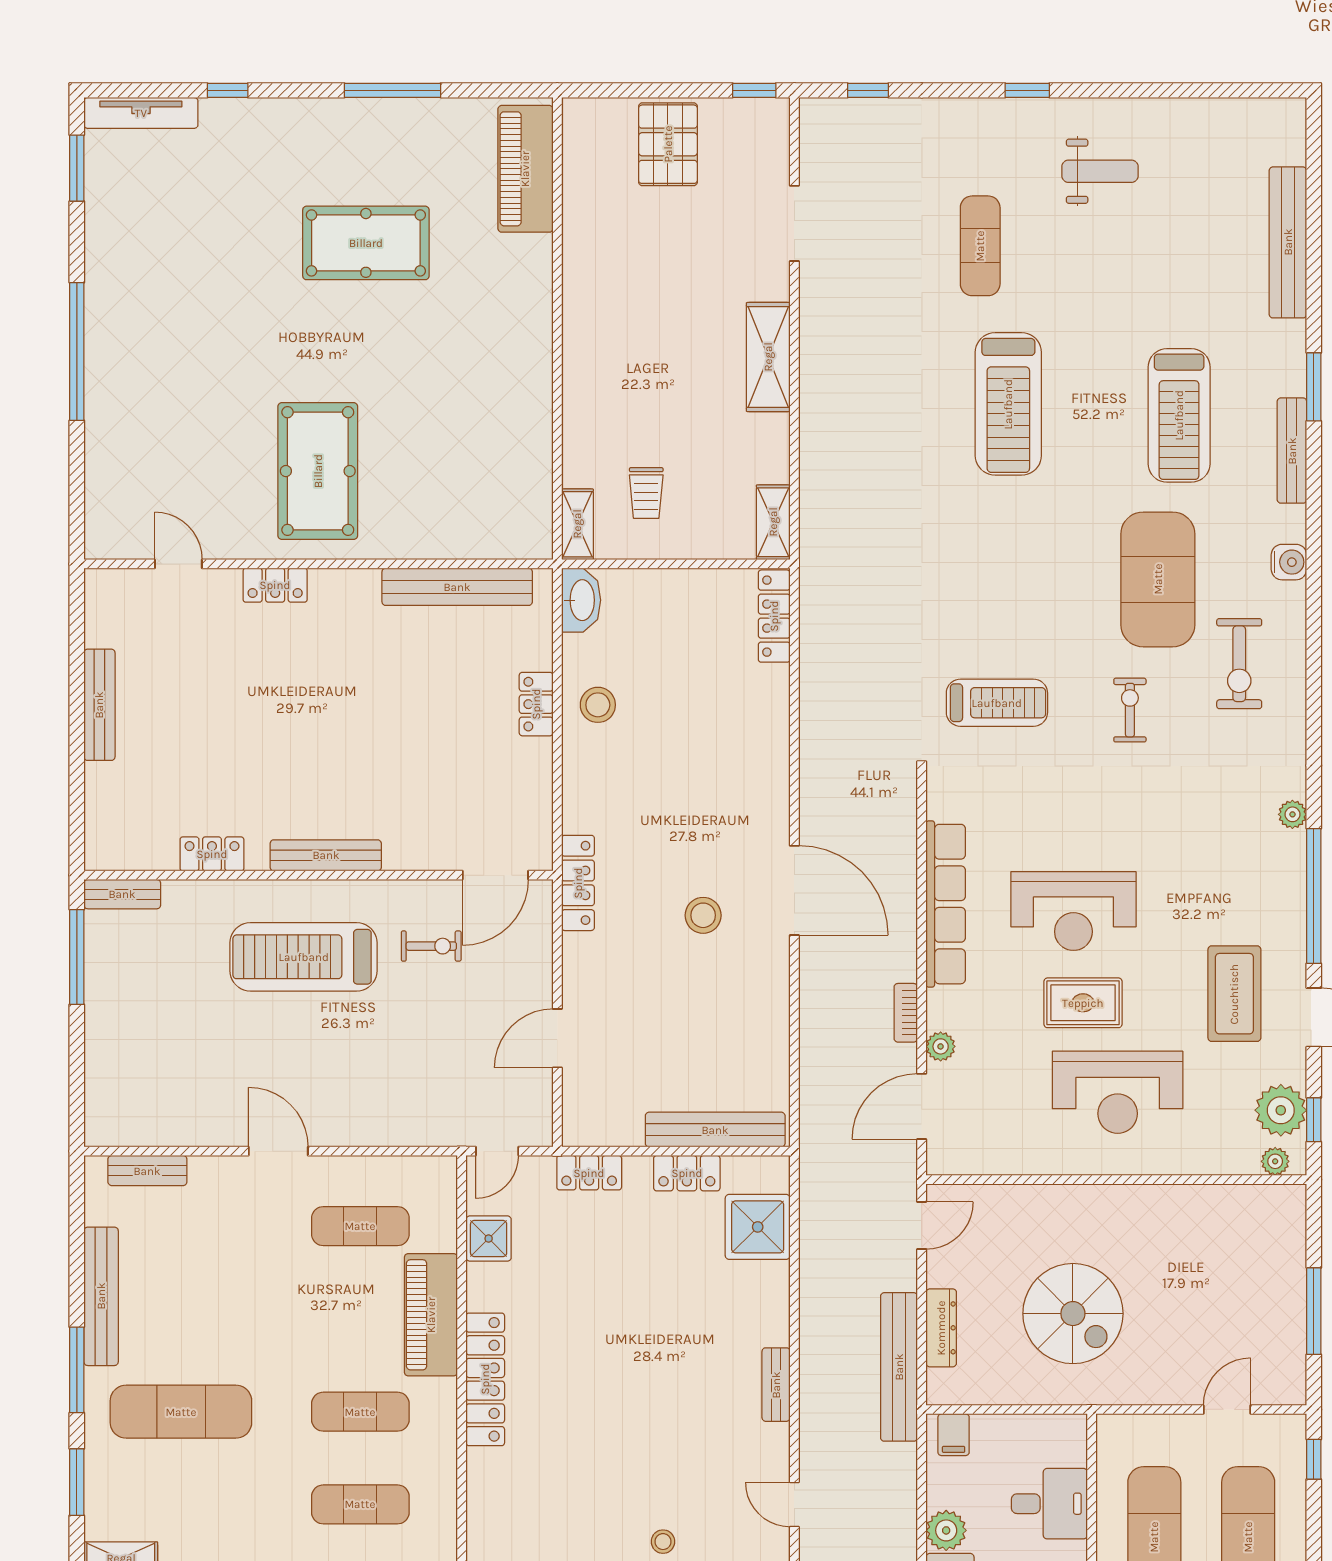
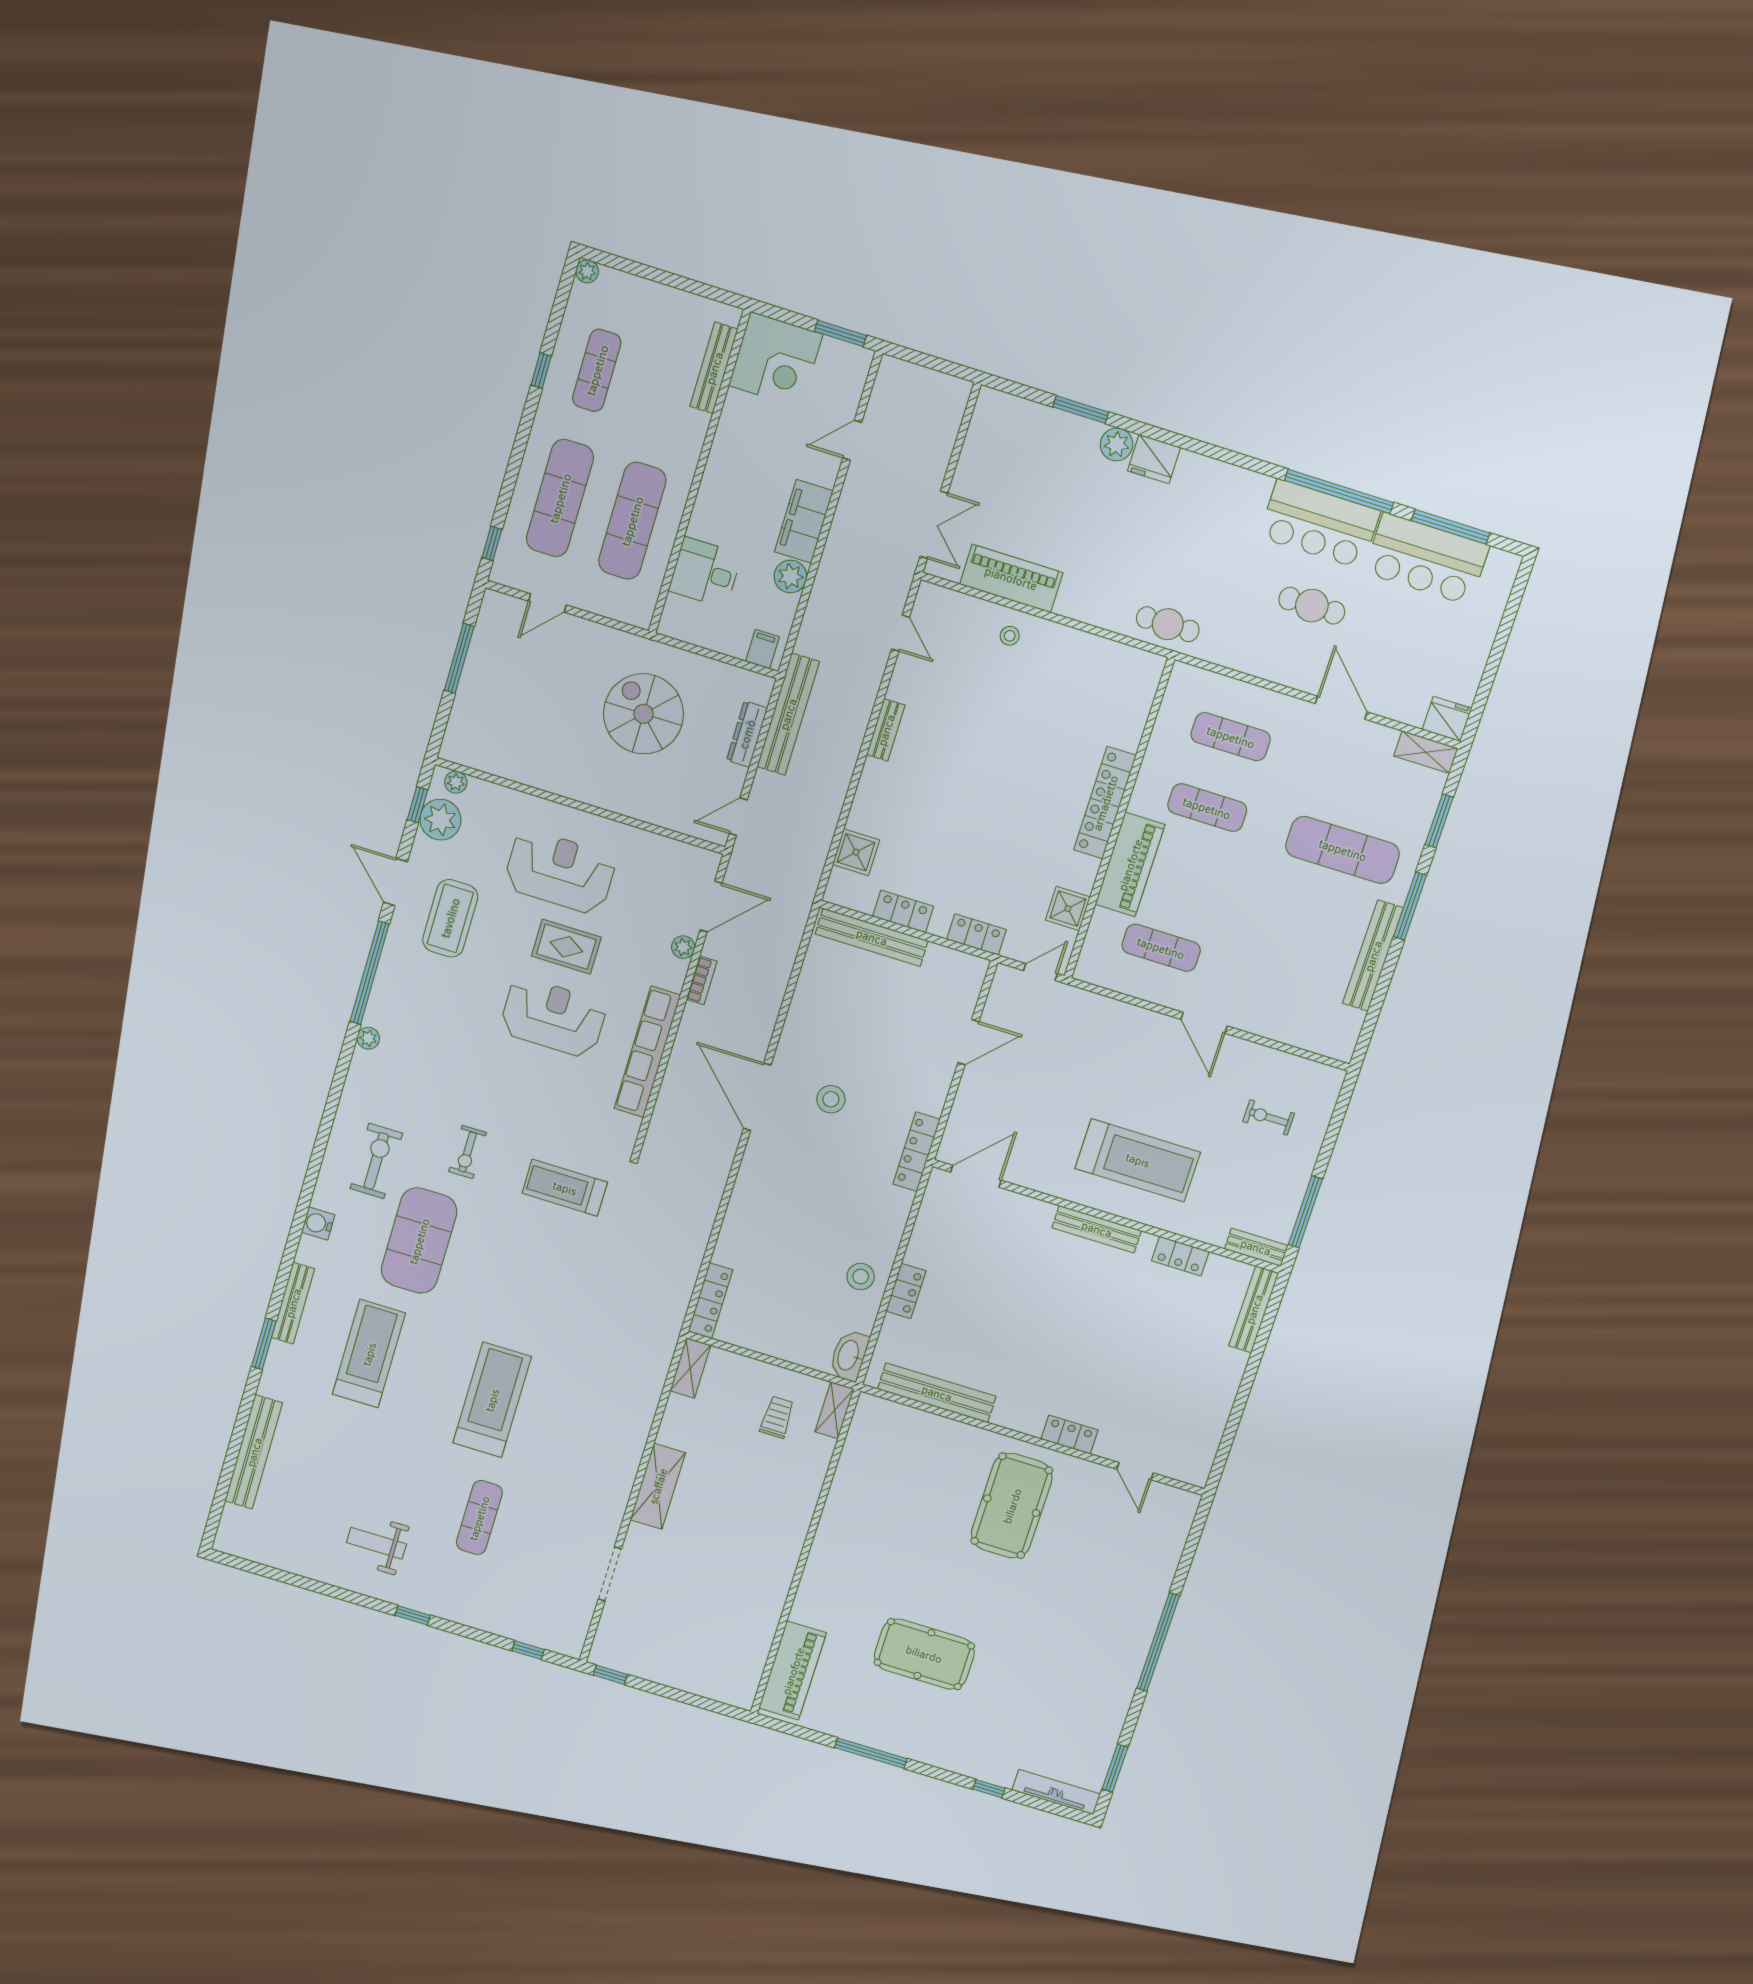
pallet: (668, 144) -> (684, 1656), removed
bench: (99, 705) -> (1254, 1309), moved
exercise bike: (431, 946) -> (1269, 1117), moved
bench: (147, 1171) -> (1306, 1039), removed
shower: (758, 1227) -> (856, 852), width x0.73, depth x0.73

